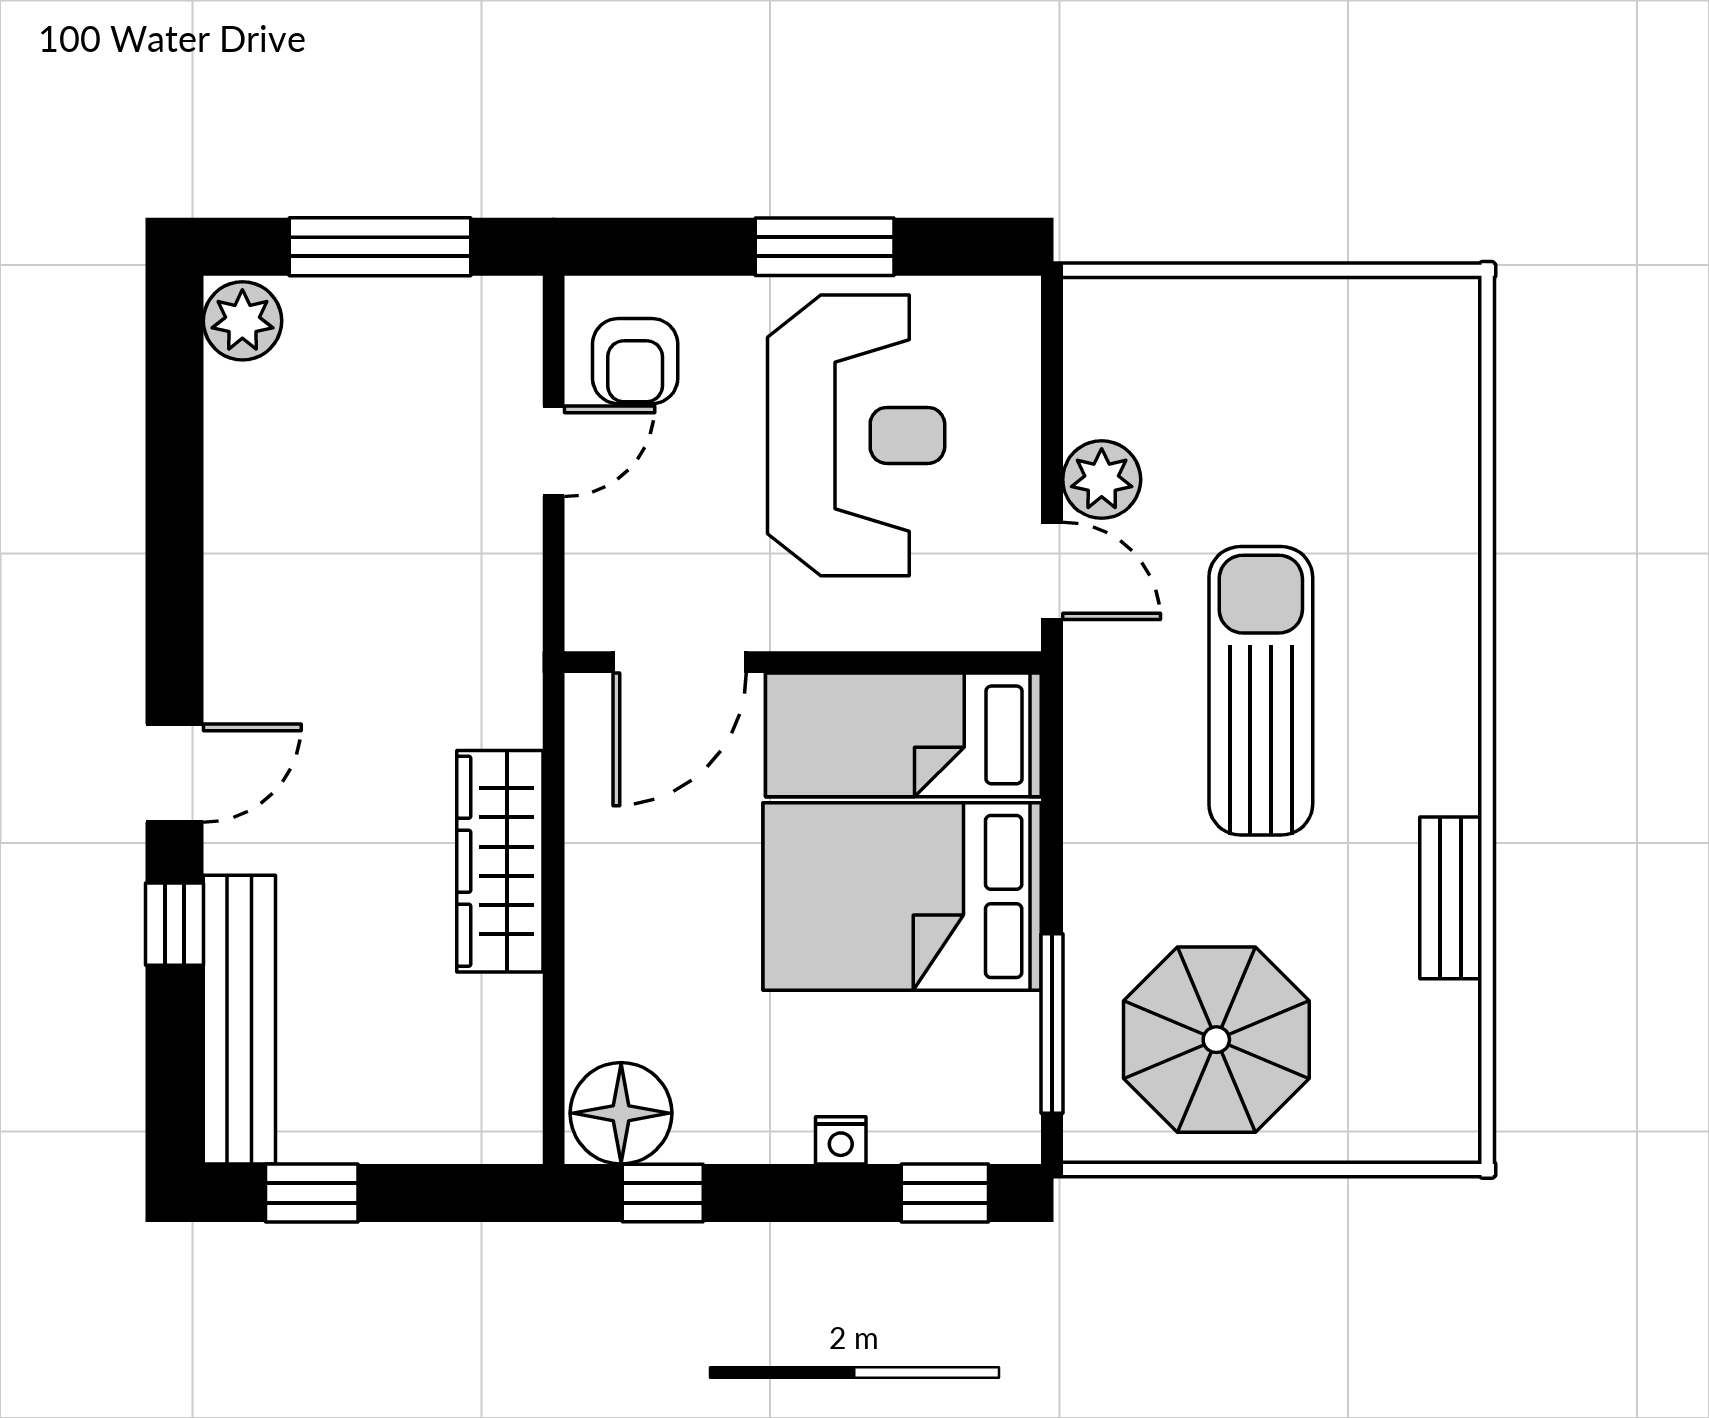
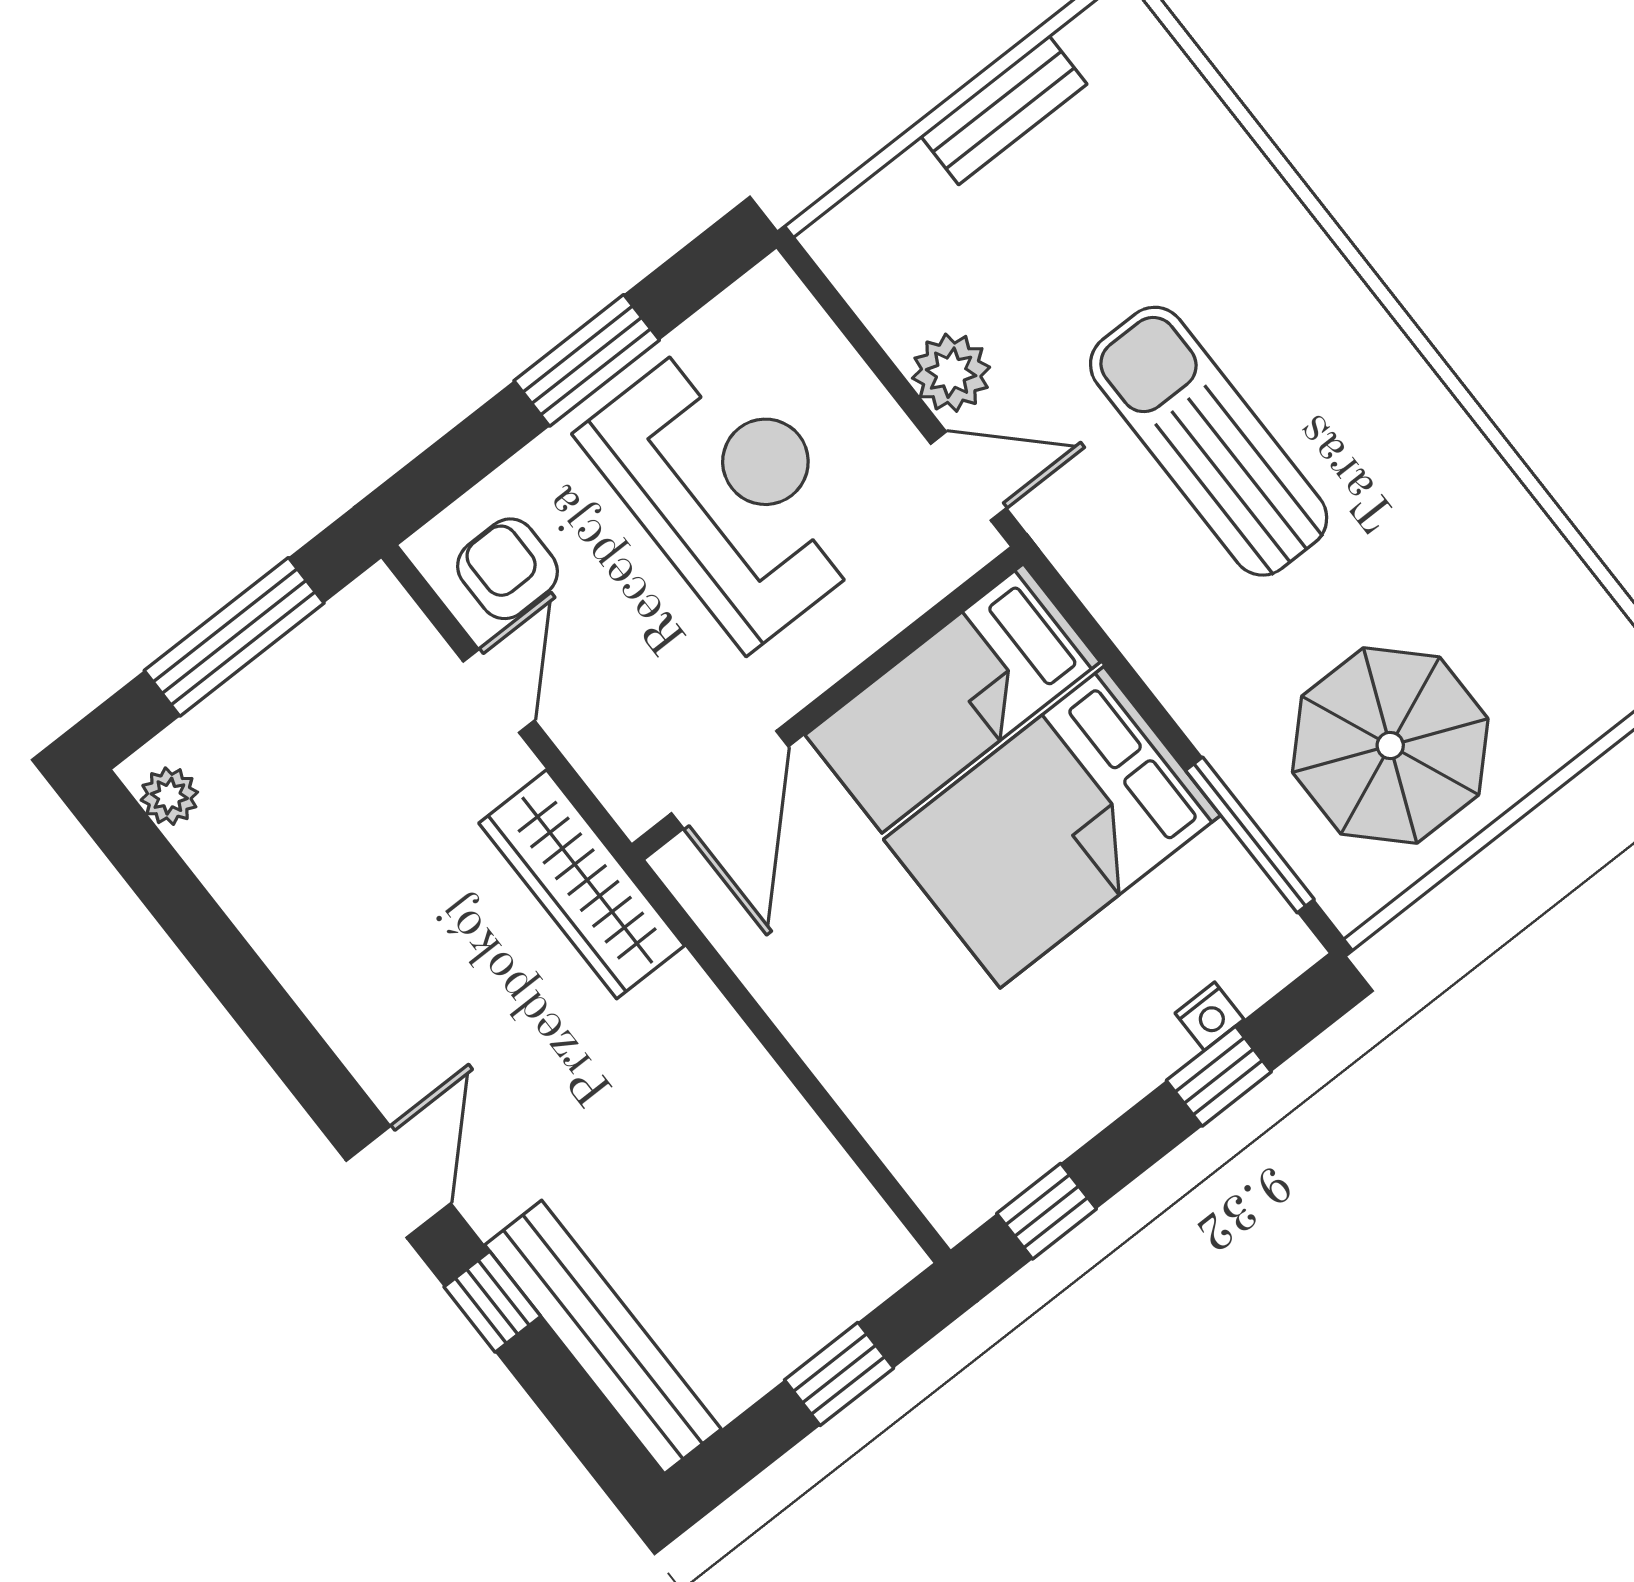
plant: (242, 321) -> (169, 796), width x0.73, depth x0.73
armchair: (635, 361) -> (507, 569), turned 180
wardrobe: (500, 861) -> (582, 884), moved
bench: (1451, 898) -> (1004, 110), moved, turned 90
floor lamp: (621, 1113) -> (964, 1174), removed
nightstand: (841, 1140) -> (1209, 1016), moved
window: (312, 1193) -> (839, 1374), moved
window: (945, 1193) -> (1219, 1076), moved

